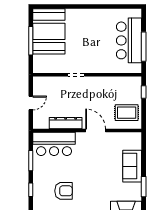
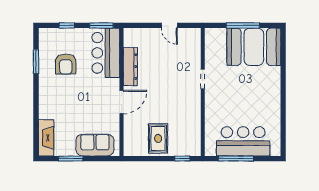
dresser: (66, 123) -> (130, 67), moved
wall: (87, 131) -> (122, 92), moved
door: (96, 131) -> (122, 102), moved
bar counter: (54, 144) -> (106, 53), moved

